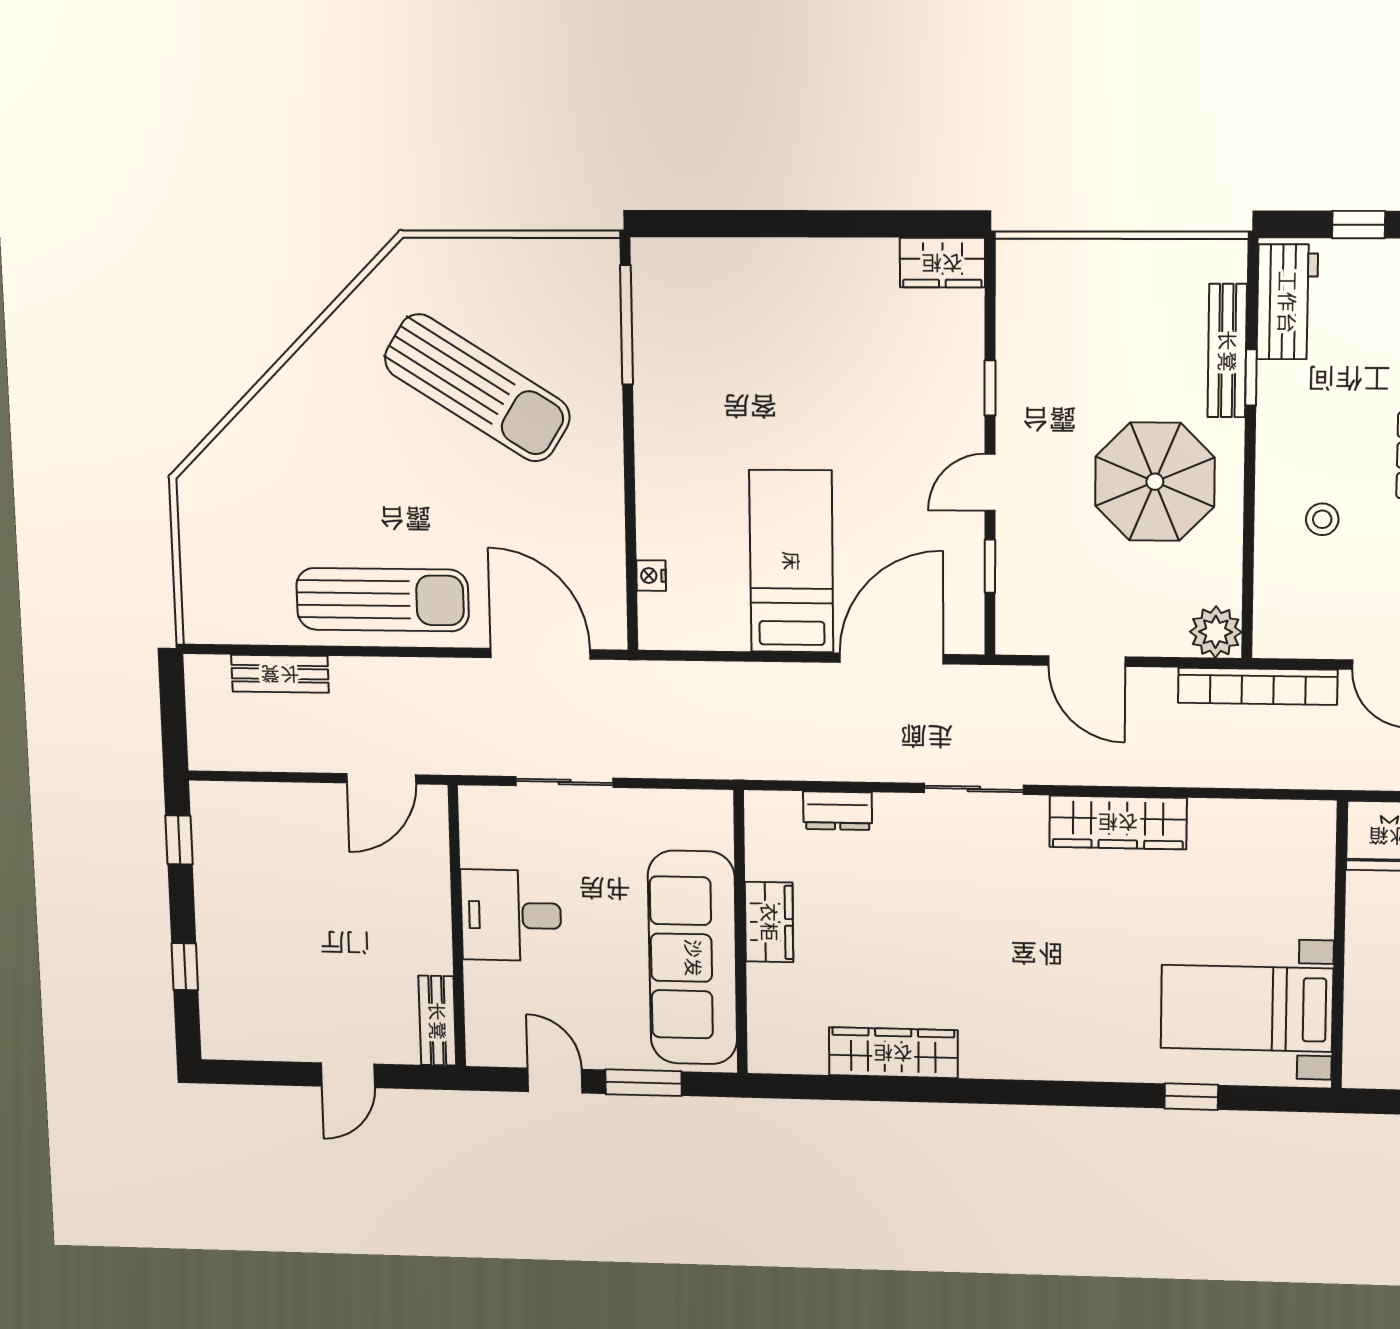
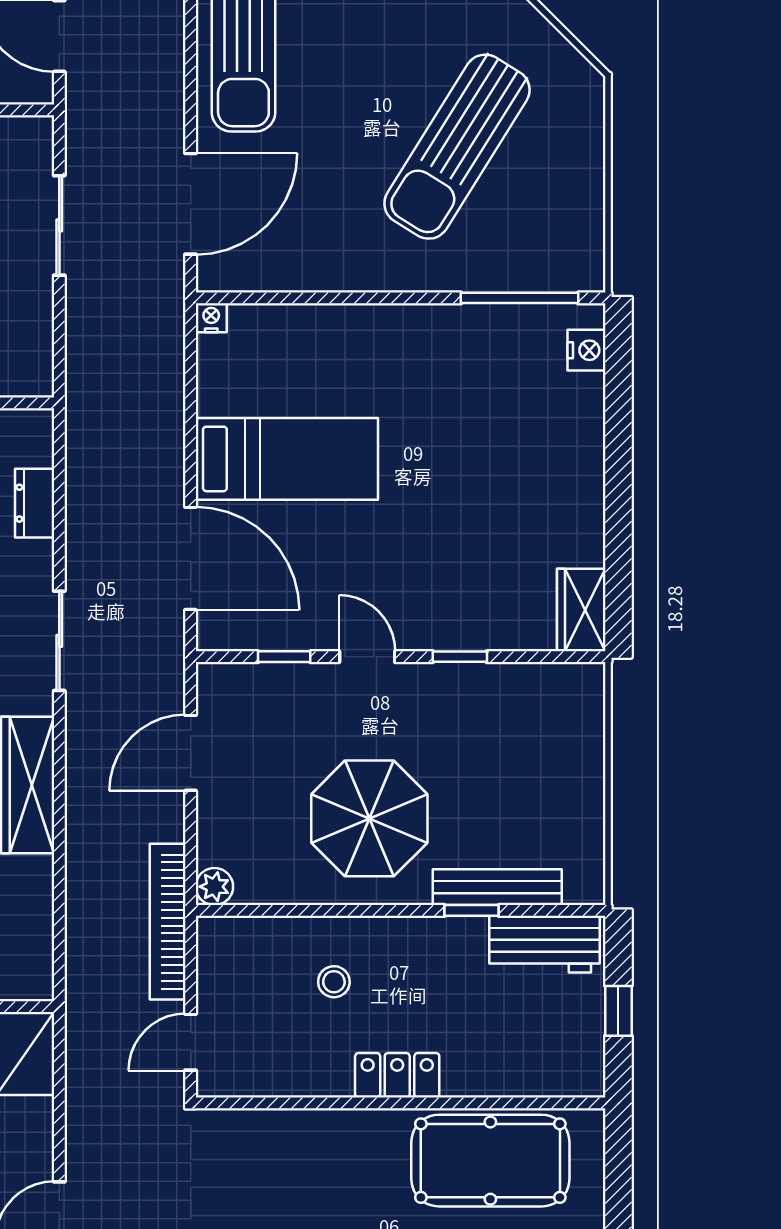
nightstand: (678, 257) -> (586, 350), added
nightstand: (651, 576) -> (211, 318), moved
plant: (1216, 632) -> (214, 887), width x0.73, depth x0.73

